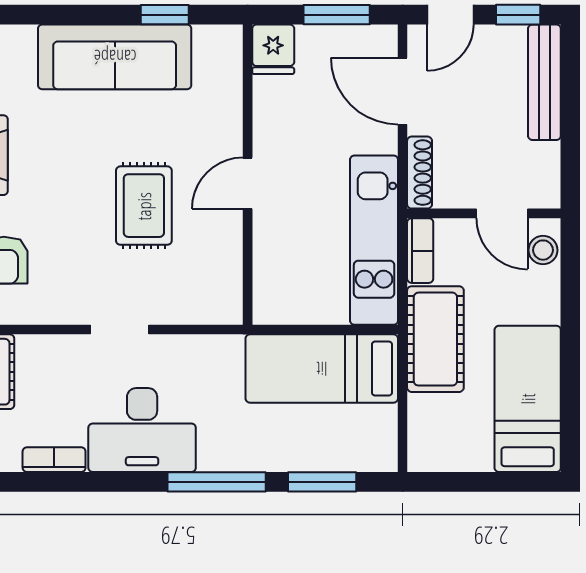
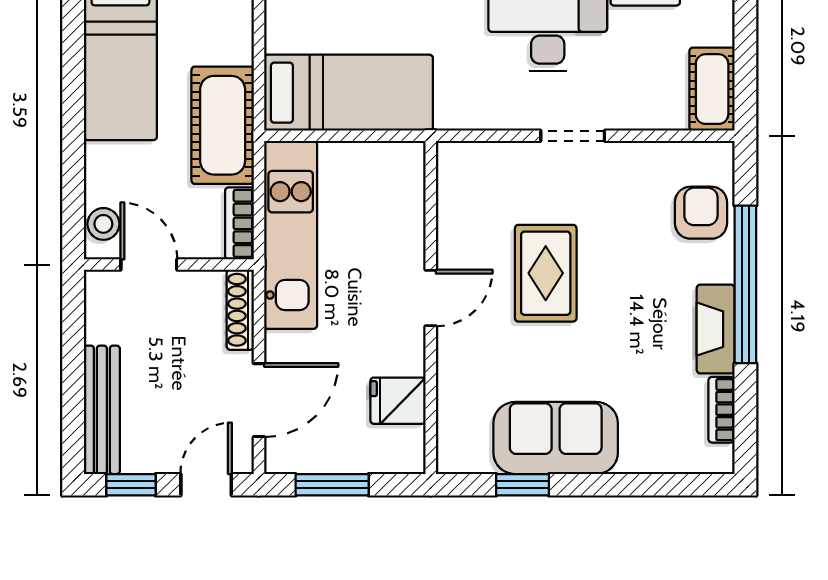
fridge: (273, 49) -> (398, 401), moved, turned -90
sofa: (115, 57) -> (556, 438), width x0.73
door: (403, 91) -> (259, 400), hinge flipped

